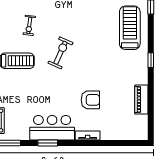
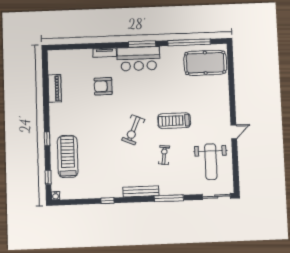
treadmill: (130, 28) -> (68, 156), turned 180
window: (151, 60) -> (47, 139), moved
window: (48, 143) -> (142, 44), width x1.44

